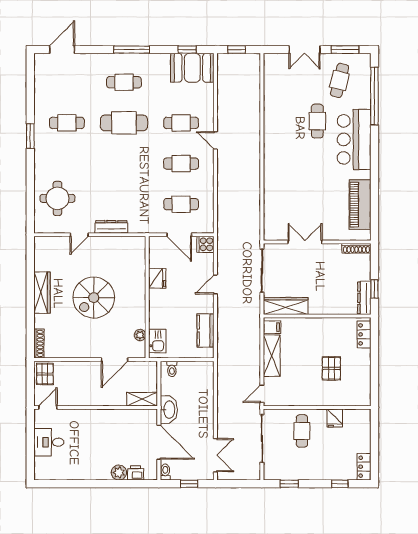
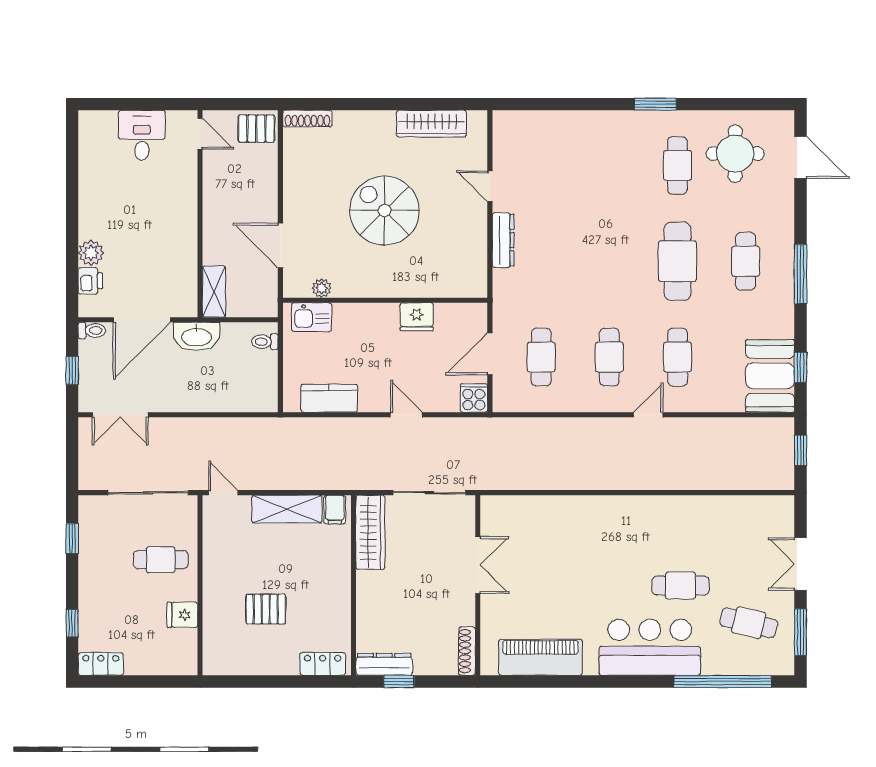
round table: (57, 198) -> (735, 154), moved
wardrobe: (42, 293) -> (431, 124), moved

